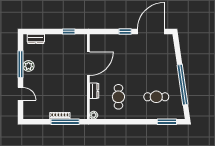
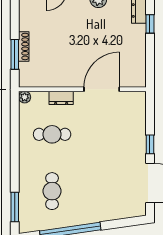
window: (69, 31) -> (150, 24), moved
door: (88, 64) -> (102, 89), swing flipped
window: (65, 122) -> (15, 54), width x0.69

